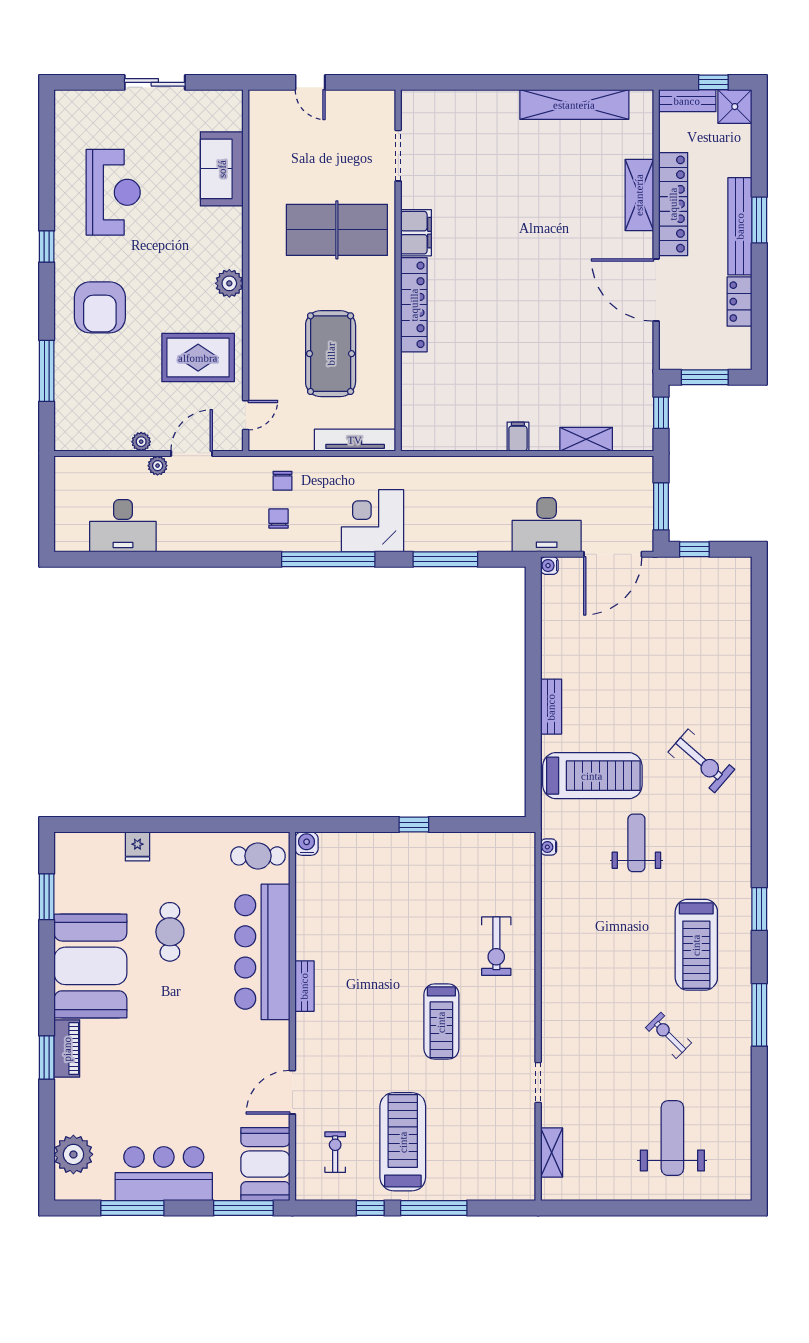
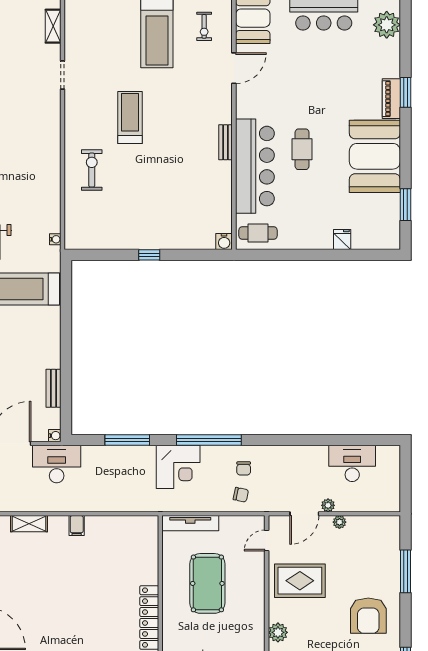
armchair: (100, 307) -> (368, 616), turned 180
chair: (283, 481) -> (241, 495), turned 102
bench: (551, 707) -> (53, 388), moved
cafe table: (170, 932) -> (302, 149), moved

